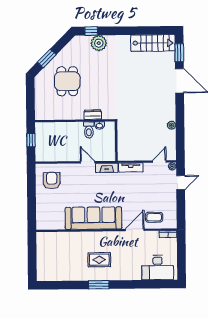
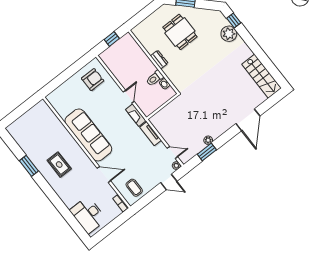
window: (179, 53) -> (207, 152), moved
dining table: (67, 81) -> (180, 32), turned 90
dresser: (93, 115) -> (159, 59), moved
coffee table: (154, 217) -> (134, 188), moved
window: (99, 285) -> (29, 166), moved

